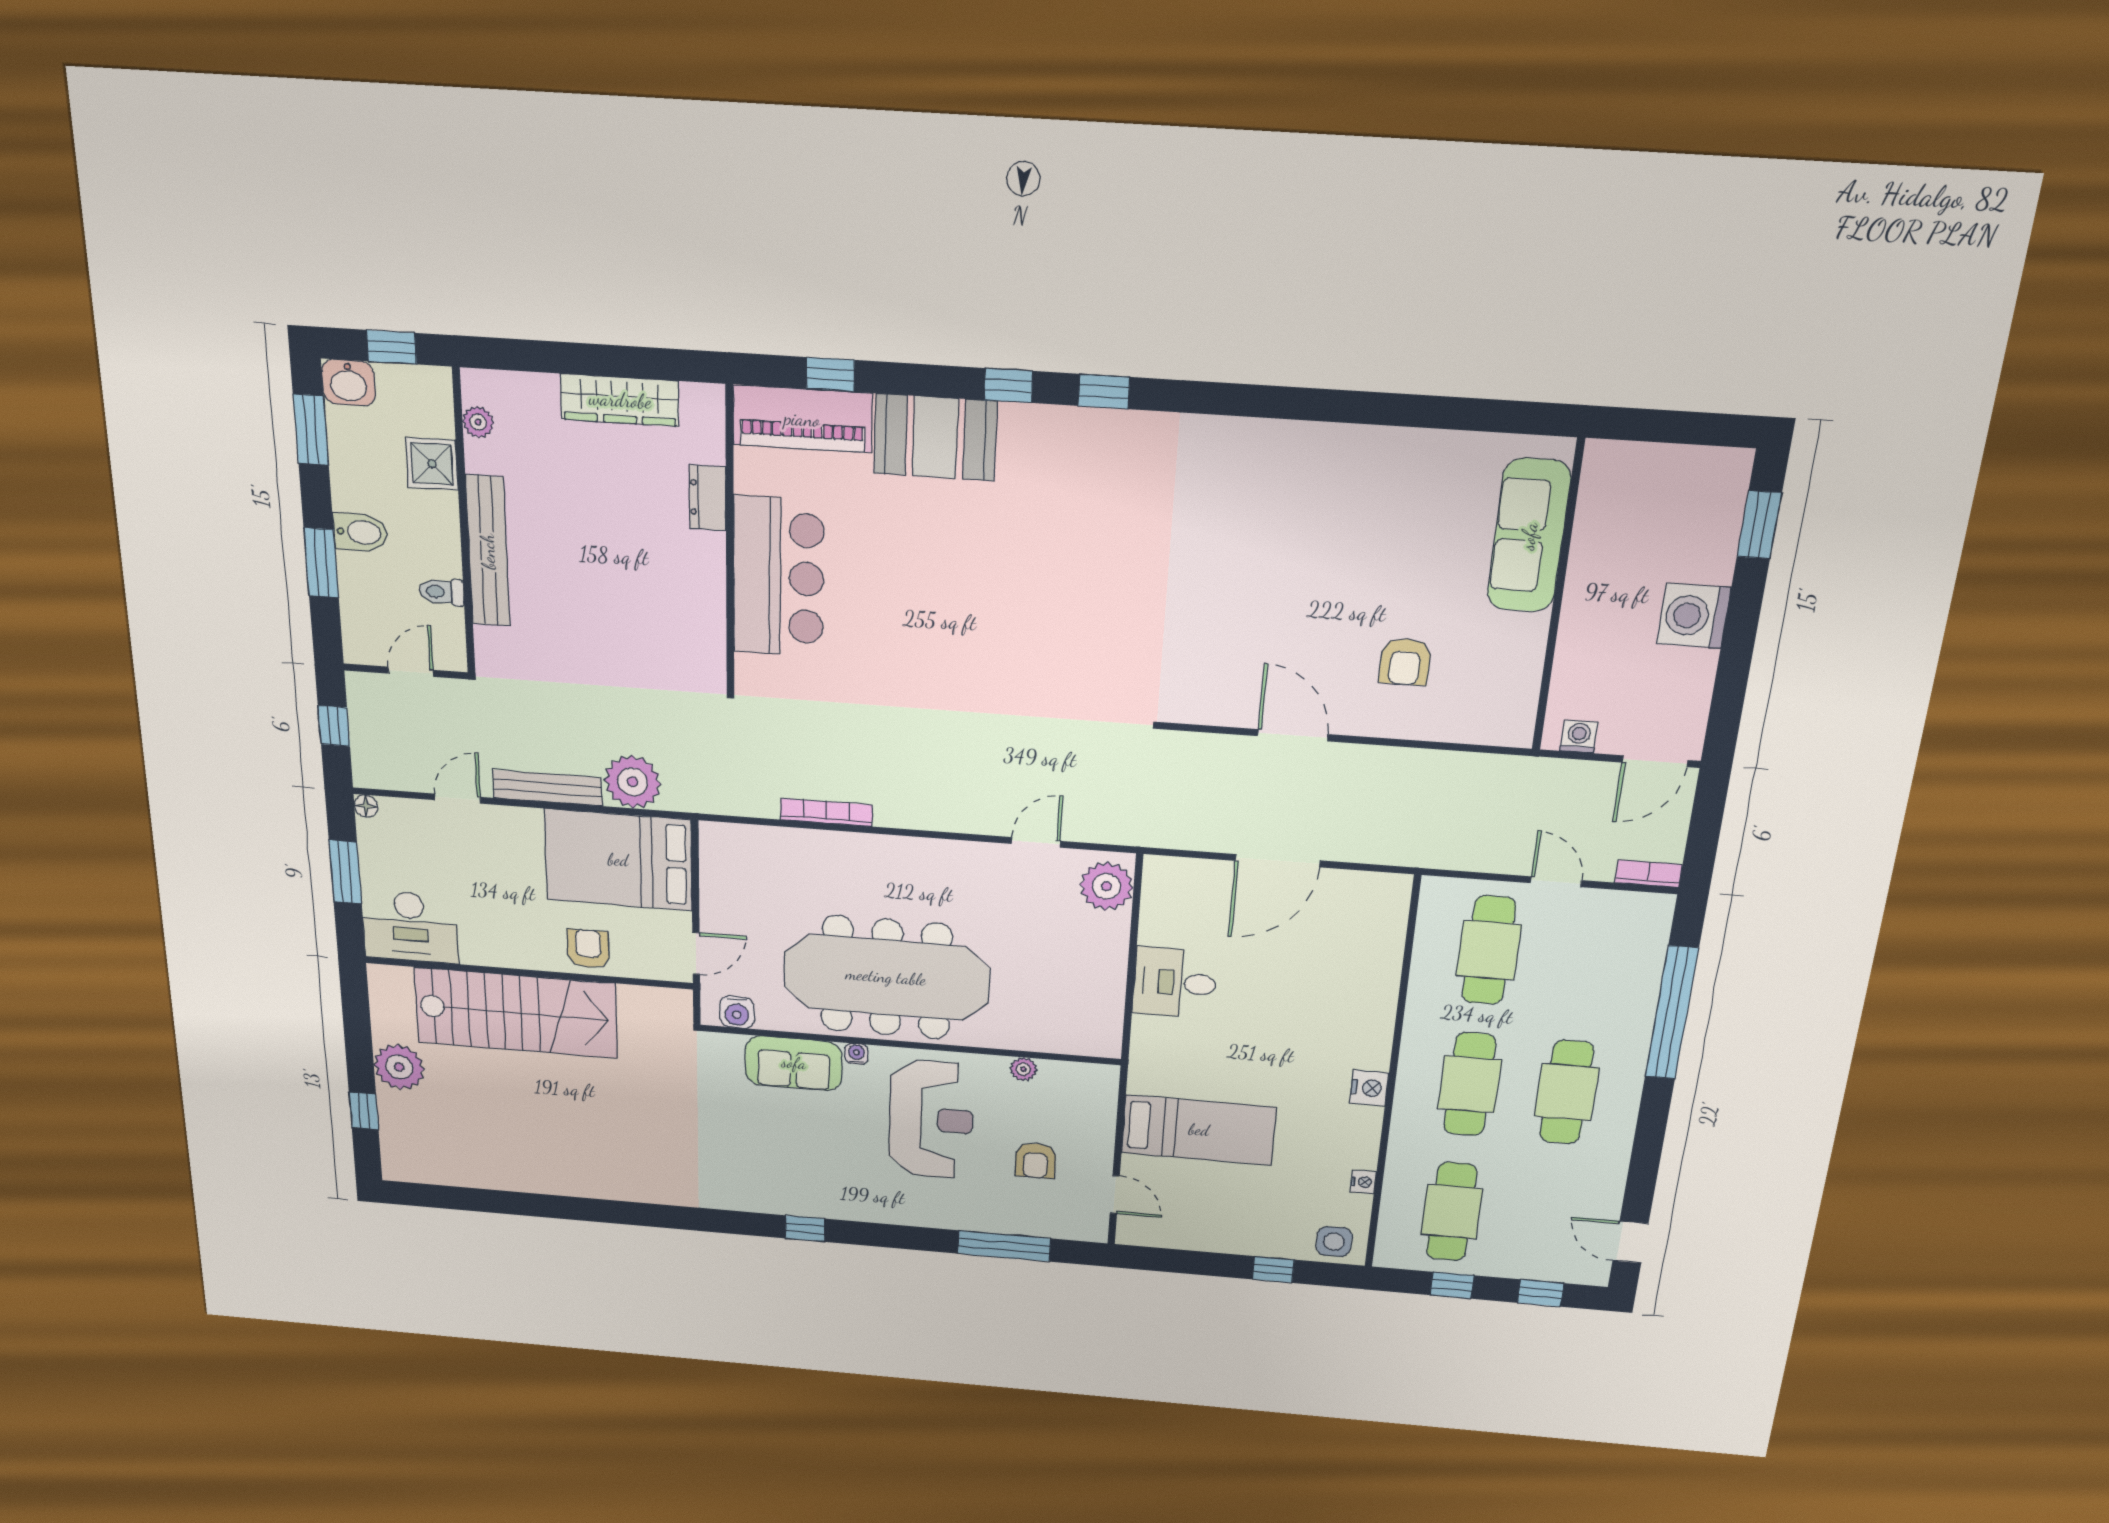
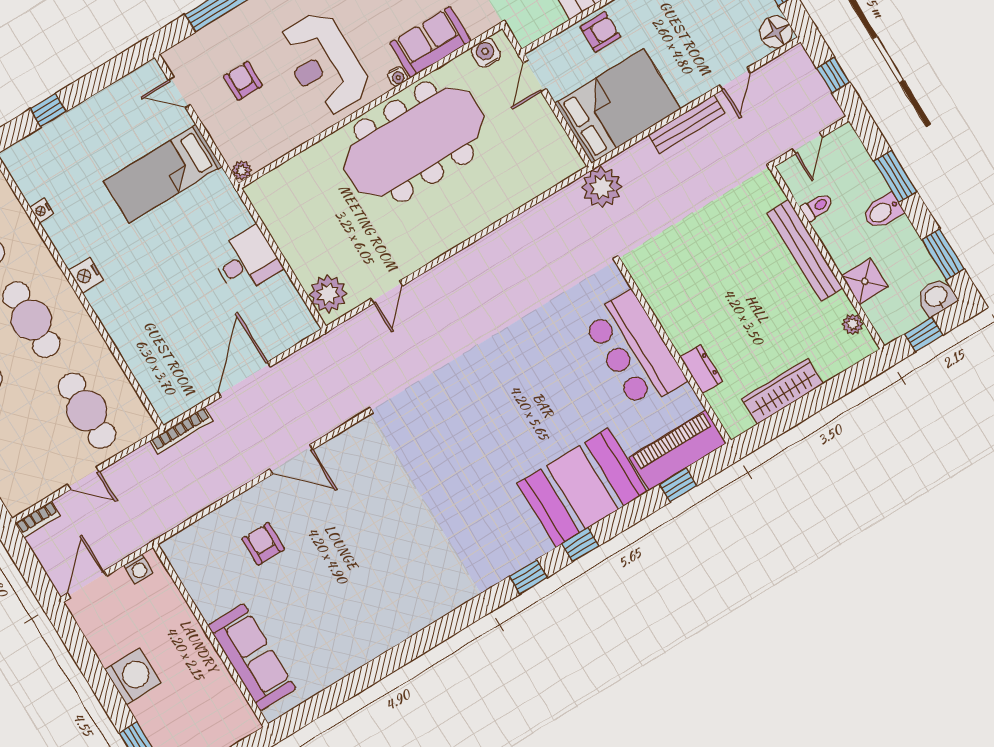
booth: (935, 437) -> (582, 488), width x1.36, depth x1.42
plant: (633, 782) -> (602, 187), moved
floor lamp: (366, 806) -> (776, 32), width x1.89, depth x1.89
bookcase: (826, 812) -> (181, 431), moved
armchair: (588, 949) -> (600, 32), turned -90
plant: (1023, 1069) -> (242, 170), moved
side table: (1334, 1241) -> (28, 157), removed

